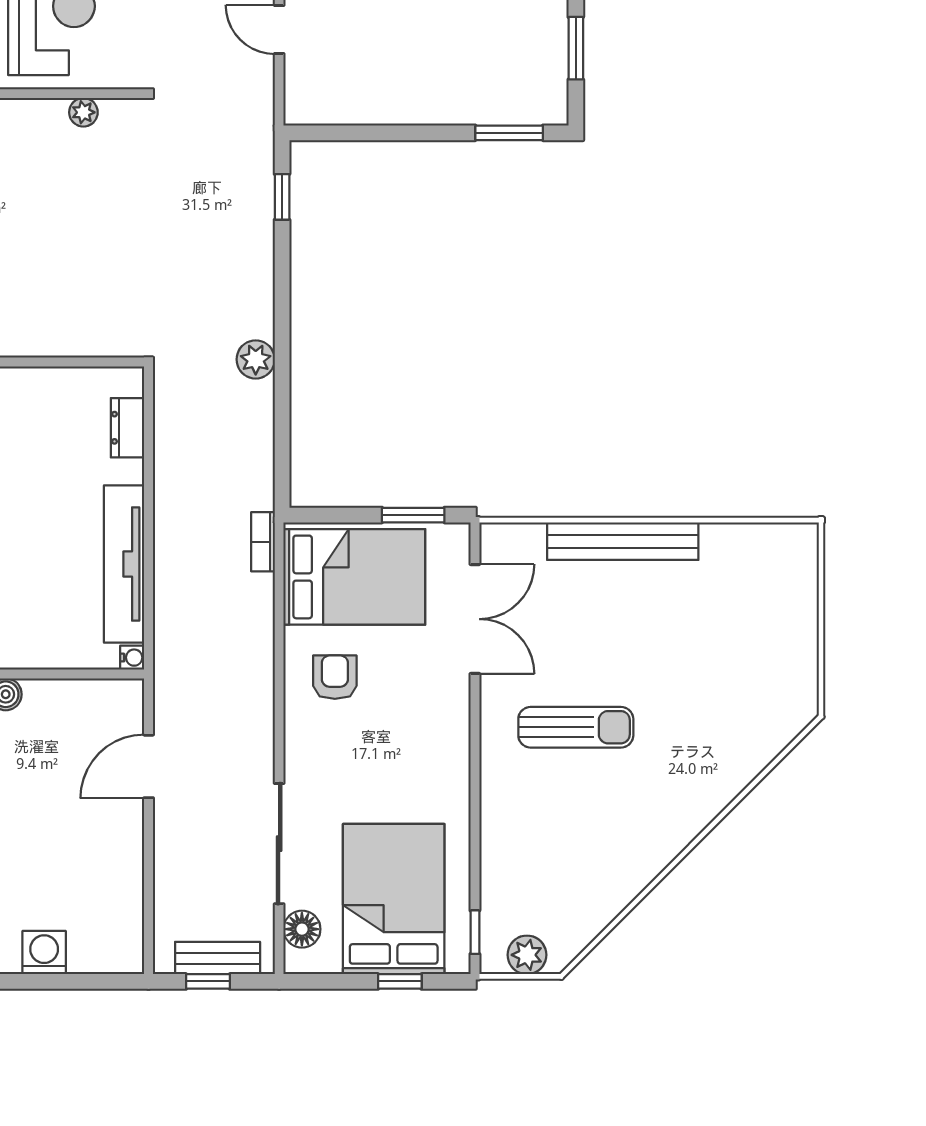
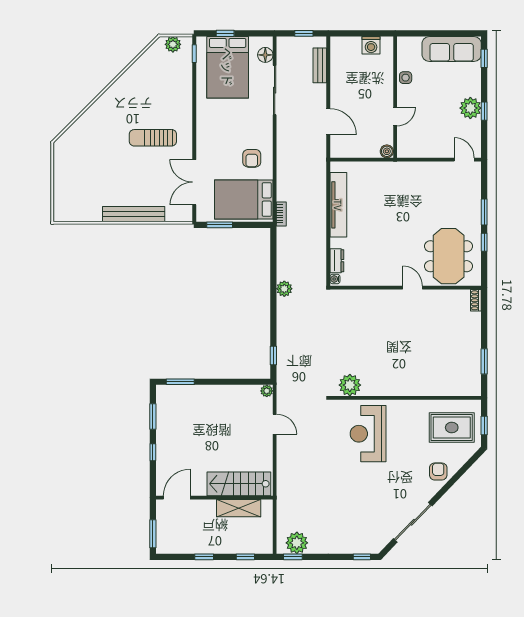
plant: (298, 111) -> (267, 391), added
plant: (83, 112) -> (350, 385), width x1.87, depth x1.87
water cooler: (132, 658) -> (335, 279), moved
door: (149, 766) -> (328, 122), hinge flipped
bench: (218, 958) -> (320, 65), moved, turned 90

